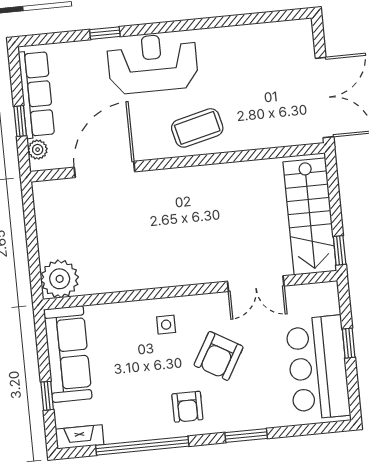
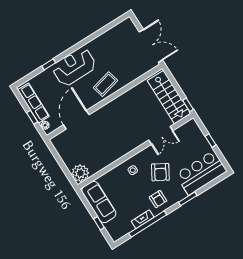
bar counter: (318, 368) -> (201, 173), moved, turned 90
fireplace: (80, 437) -> (143, 219), moved

